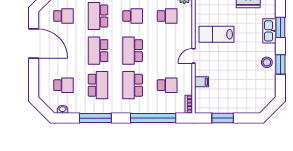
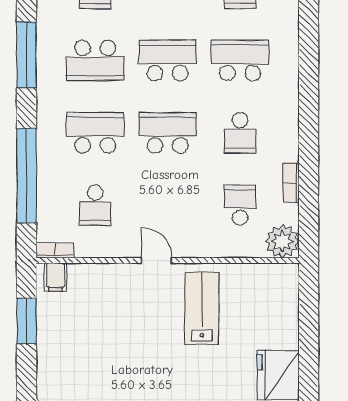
school desk: (167, 16) -> (240, 205), turned 180
filing cabinet: (202, 82) -> (56, 277), moved

